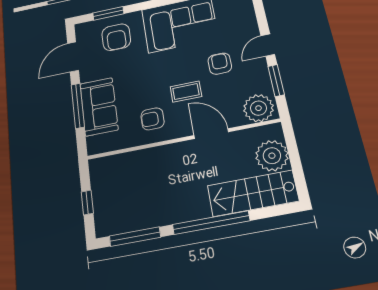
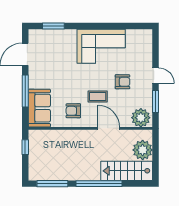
armchair: (116, 37) -> (57, 46), removed
door: (268, 45) -> (156, 76), swing flipped
armchair: (220, 64) -> (122, 82), turned 90
sofa: (99, 107) -> (39, 108), moved
window: (87, 203) -> (25, 147), moved

